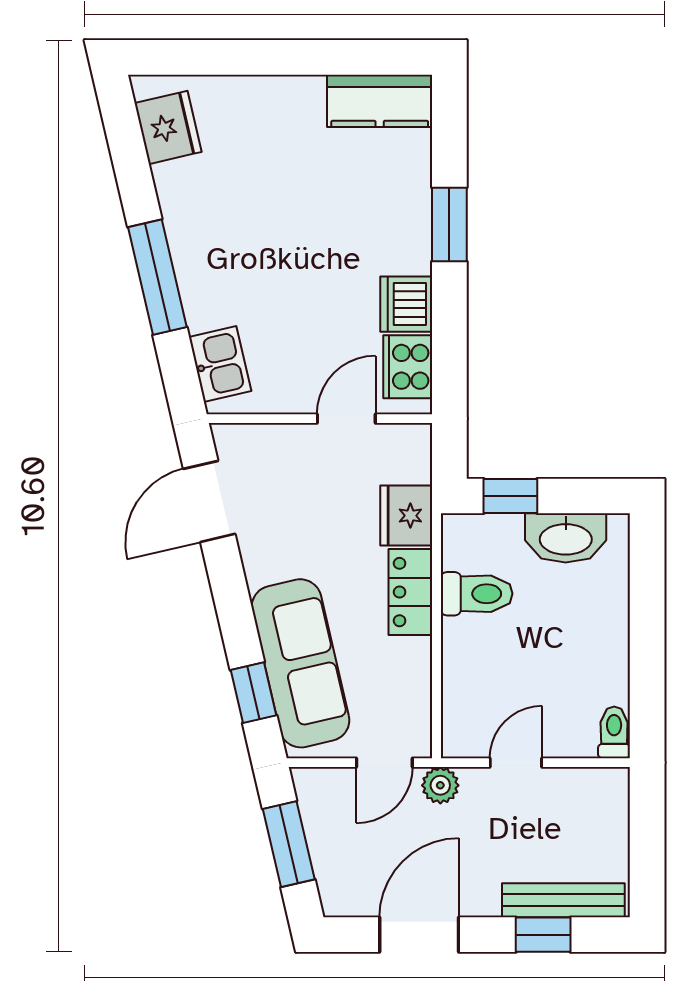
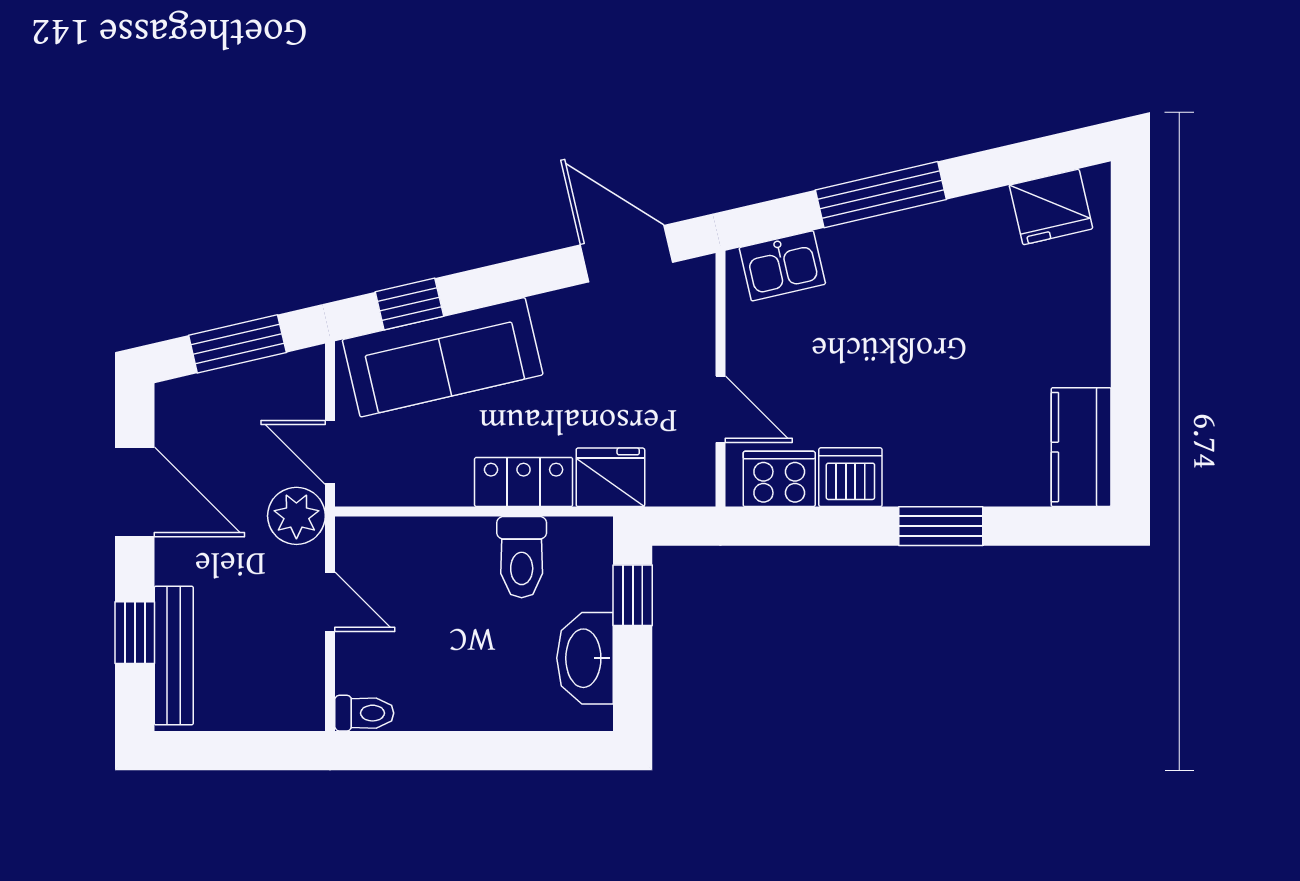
plant: (440, 785) -> (296, 516), width x1.38, depth x1.38

